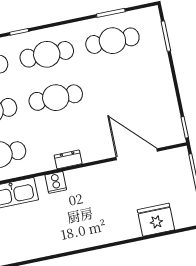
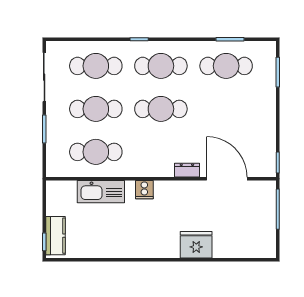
dresser: (68, 159) -> (187, 170), moved
fridge: (156, 220) -> (196, 245), moved

